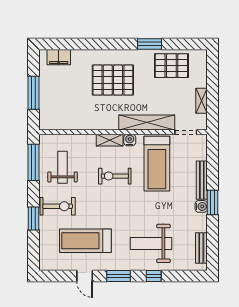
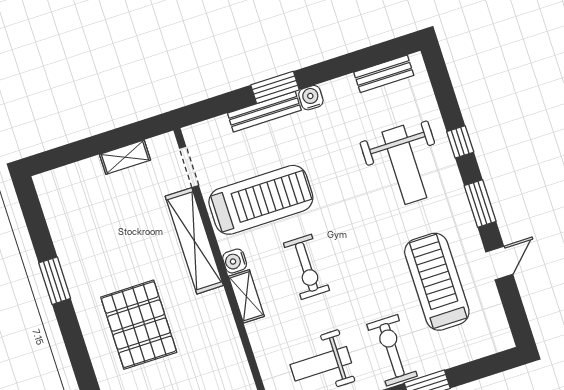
pallet: (171, 66) -> (80, 230), removed
window: (212, 202) -> (275, 87), moved
treadmill: (85, 241) -> (437, 282), turned 180

